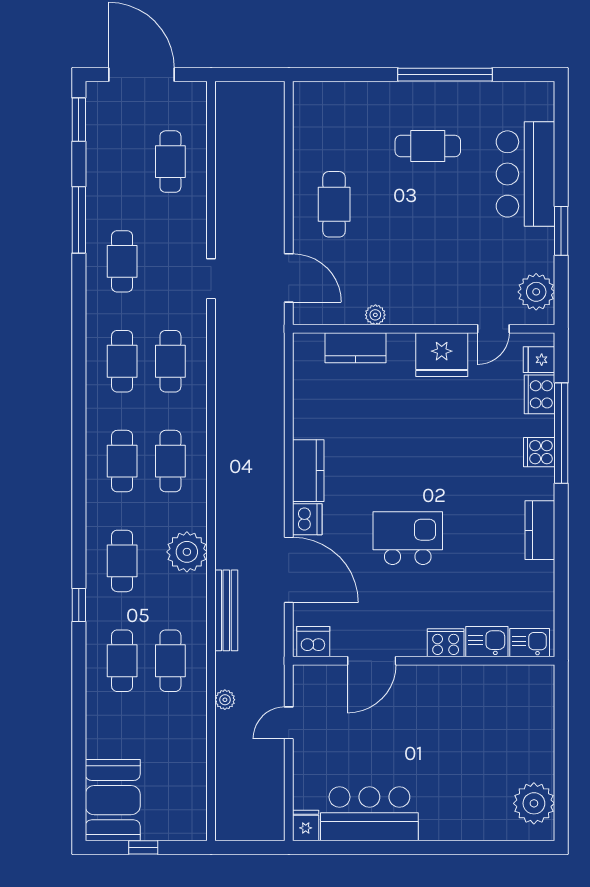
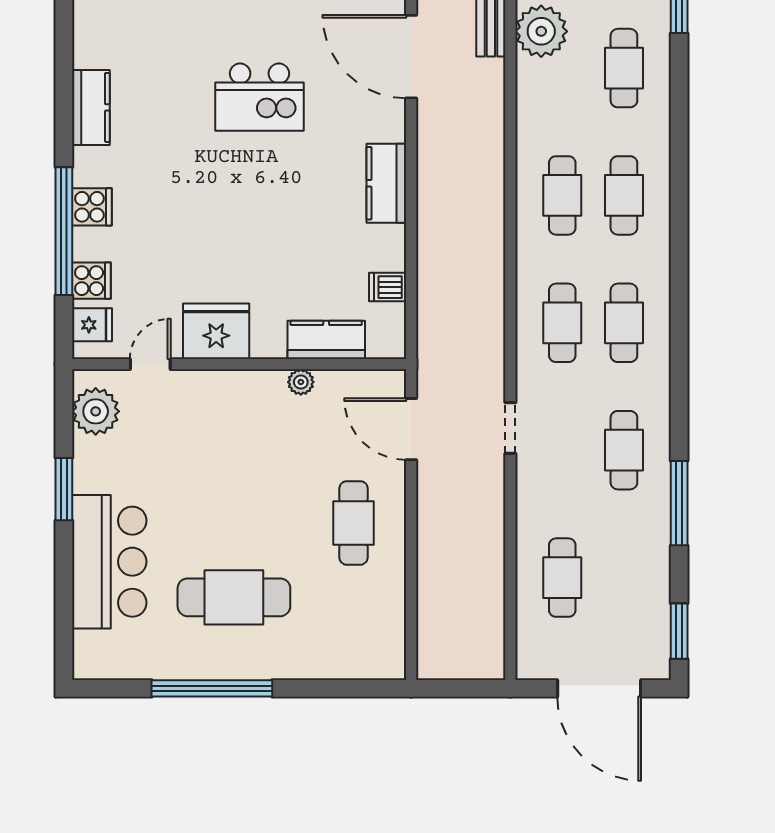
cafe table: (428, 146) -> (234, 597), width x1.37, depth x1.35
cooker: (540, 394) -> (91, 281), width x0.73
dishwasher: (307, 519) -> (388, 287), moved, width x0.73
plant: (187, 552) -> (541, 31), moved

